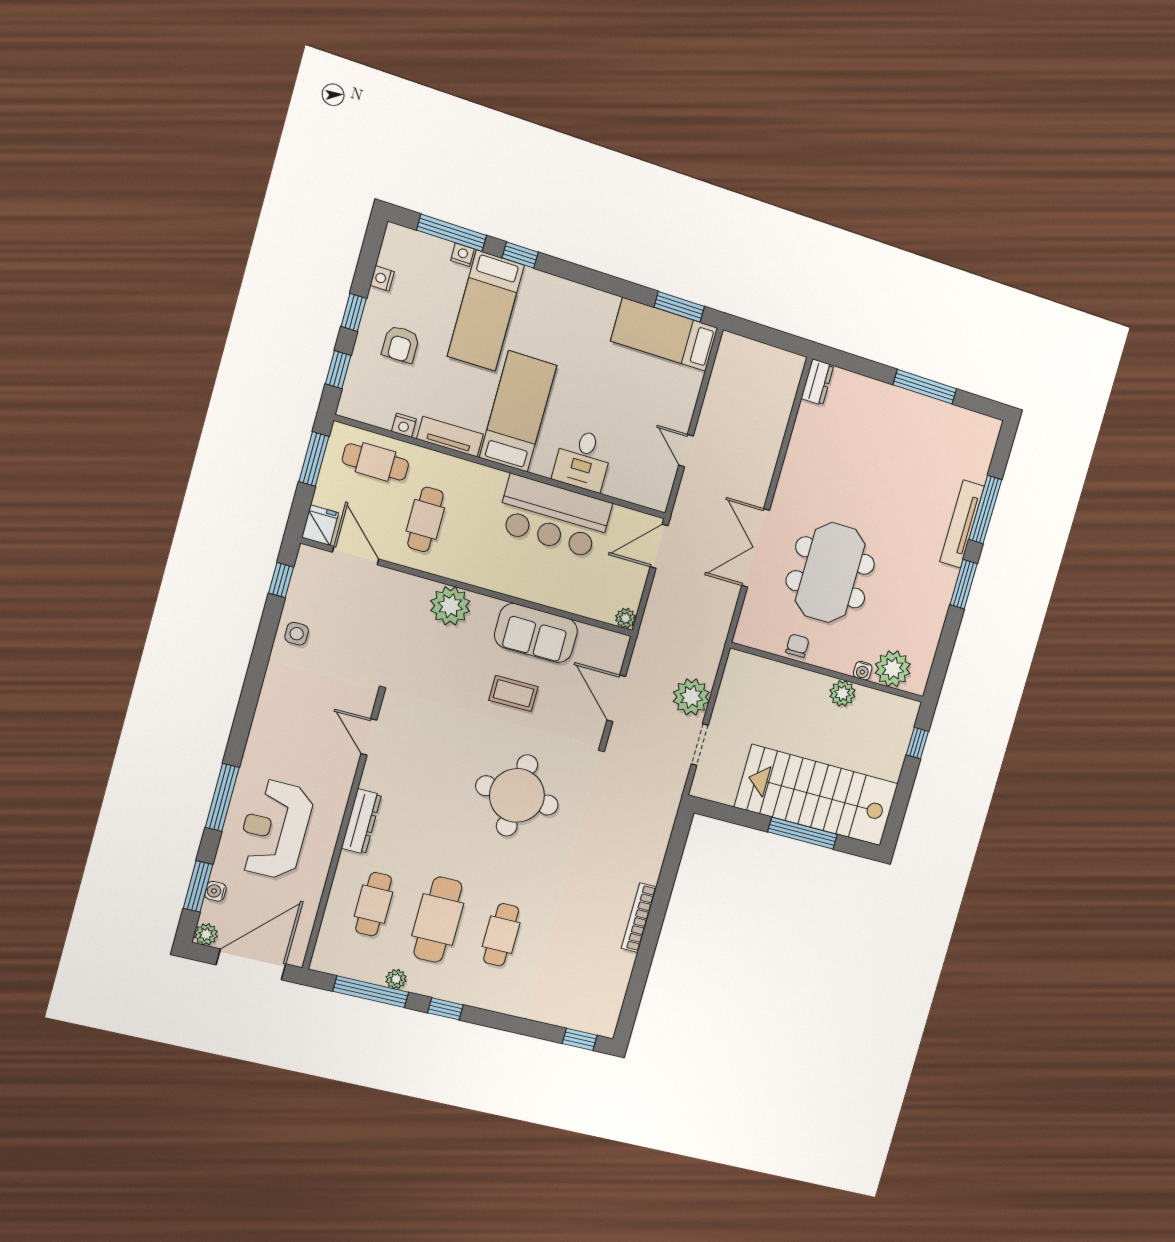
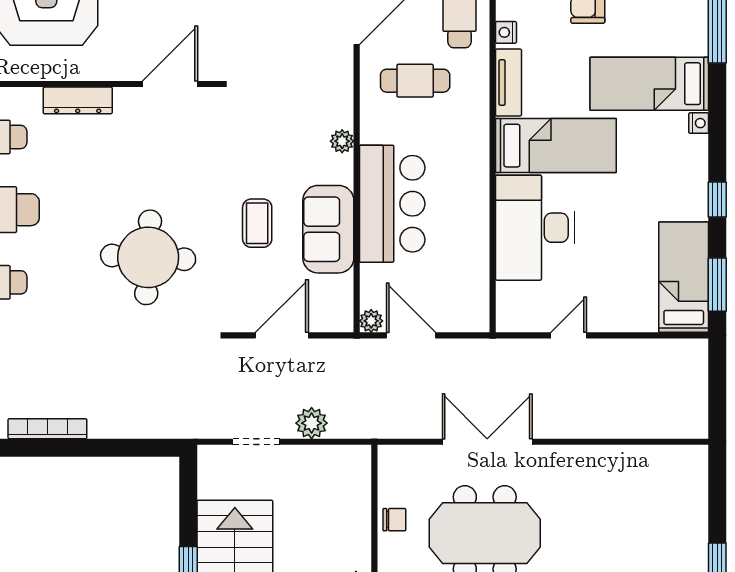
nightstand: (462, 255) -> (699, 123), moved
window: (520, 255) -> (717, 199), moved
dresser: (817, 382) -> (685, 458), removed
desk: (583, 460) -> (535, 228), width x1.87, depth x1.30
bar counter: (554, 517) -> (392, 204), moved, turned 180
door: (659, 546) -> (411, 335), moved
plant: (450, 606) -> (342, 141), width x0.53, depth x0.53
plant: (691, 697) -> (312, 423), width x0.73, depth x0.73
door: (369, 737) -> (170, 84), width x1.38

